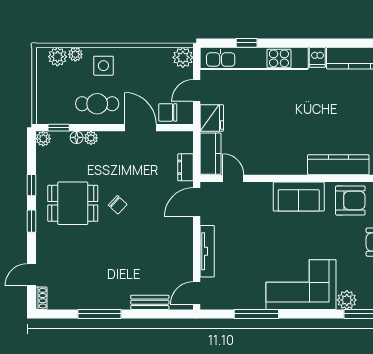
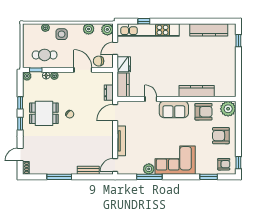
plant: (57, 57) -> (89, 29), moved
dishwasher: (317, 57) -> (185, 29), removed
cafe table: (97, 104) -> (45, 55), moved
door: (233, 178) -> (151, 99), moved
plant: (347, 300) -> (149, 169), moved

